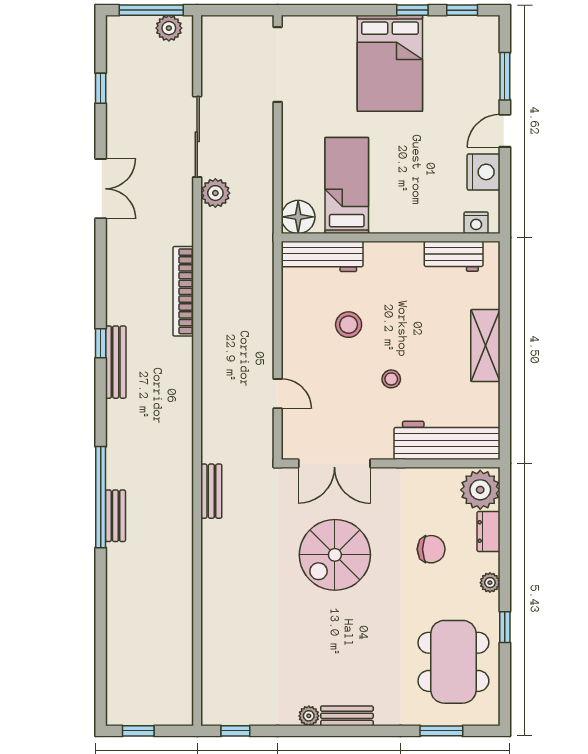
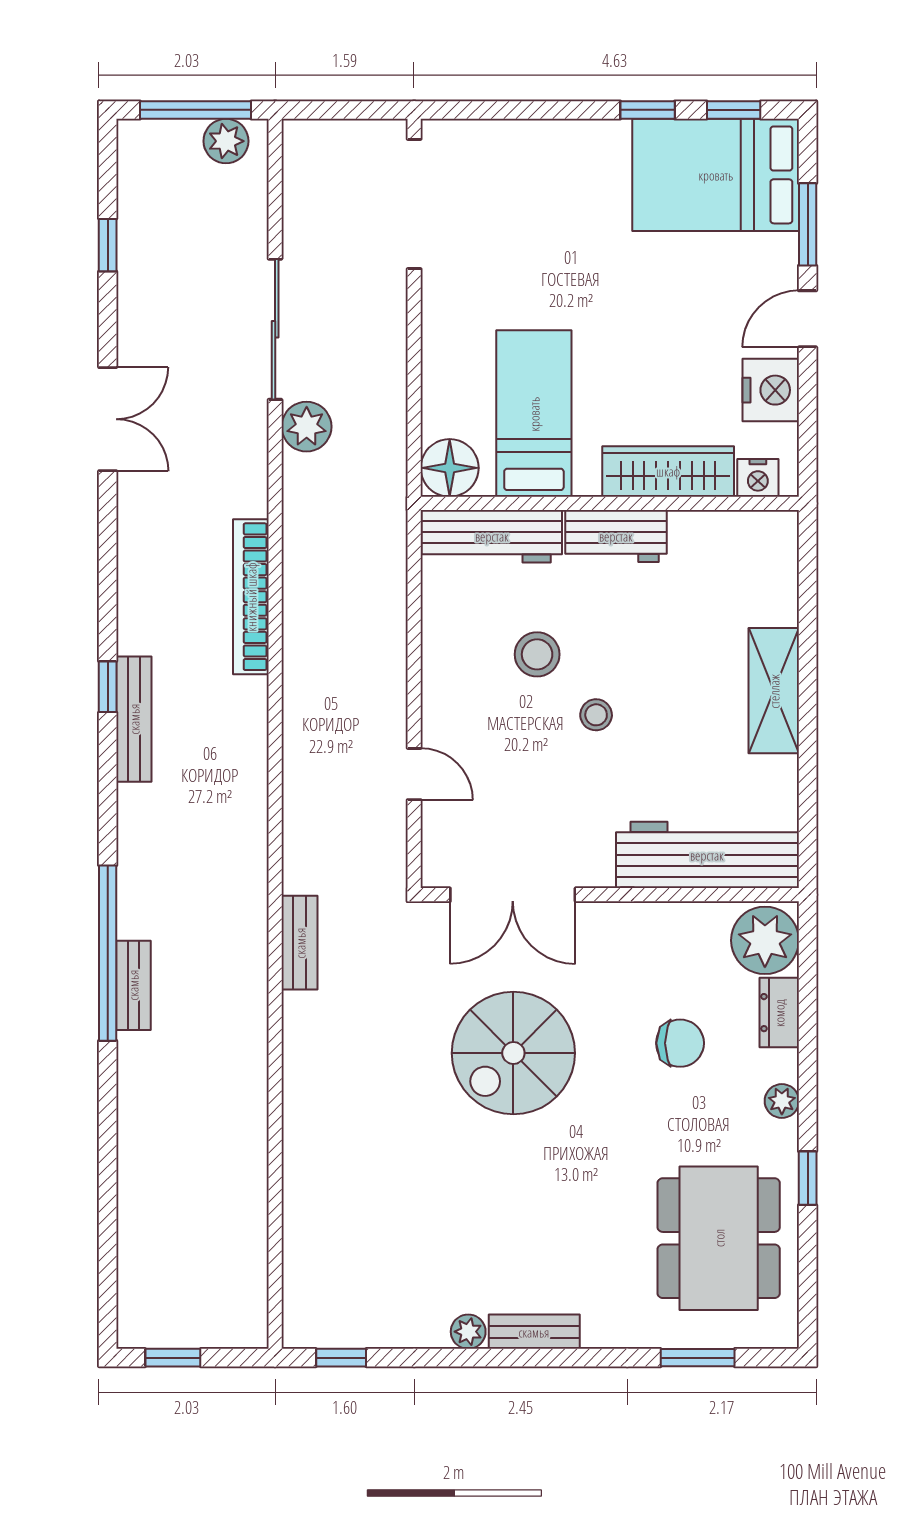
bed: (390, 63) -> (716, 175), moved, turned 90
wardrobe: (424, 219) -> (668, 471), added
workbench: (454, 256) -> (616, 536), moved
stool: (391, 379) -> (596, 715), moved

